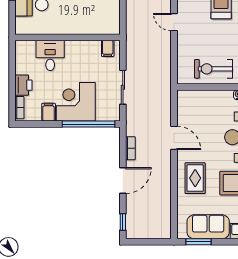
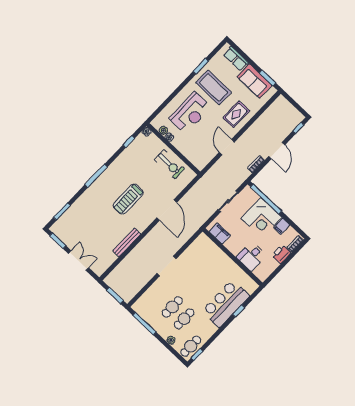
door: (174, 22) -> (167, 210), width x1.88
filing cabinet: (108, 48) -> (220, 233), width x2.00
door: (123, 181) -> (277, 151), swing flipped

